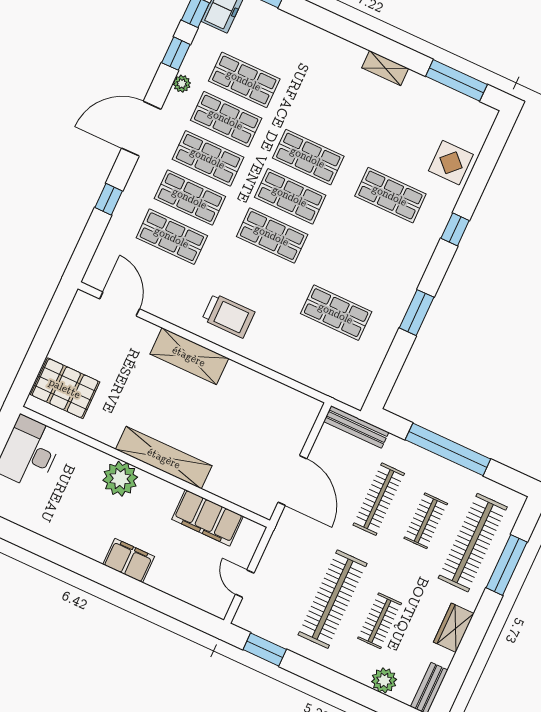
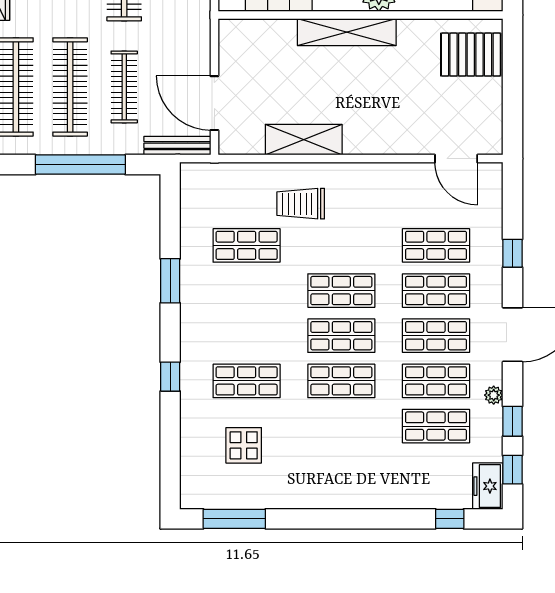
shelving: (385, 68) -> (307, 499), removed
display table: (451, 163) -> (244, 445), moved
trolley: (228, 316) -> (301, 204), moved
shelving: (189, 356) -> (304, 140), moved
door: (292, 480) -> (214, 103), moved
clothes rail: (426, 521) -> (70, 87), width x1.86, depth x1.31

